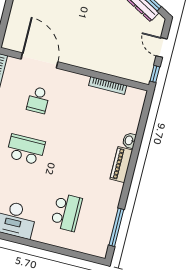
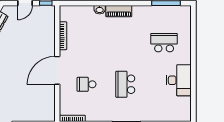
door: (39, 60) -> (57, 70), moved
school desk: (38, 100) -> (87, 84), turned 180

